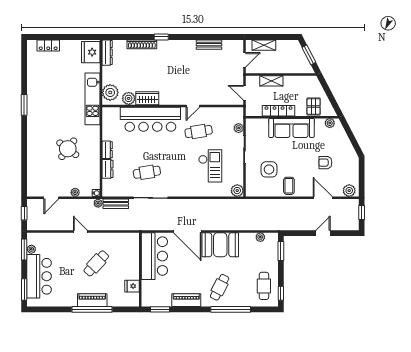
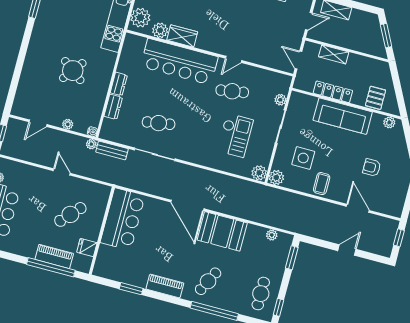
plant: (349, 191) -> (276, 177), moved
bar counter: (154, 256) -> (123, 219), moved
wall: (140, 270) -> (102, 231), moved
fridge: (132, 286) -> (87, 248), moved

